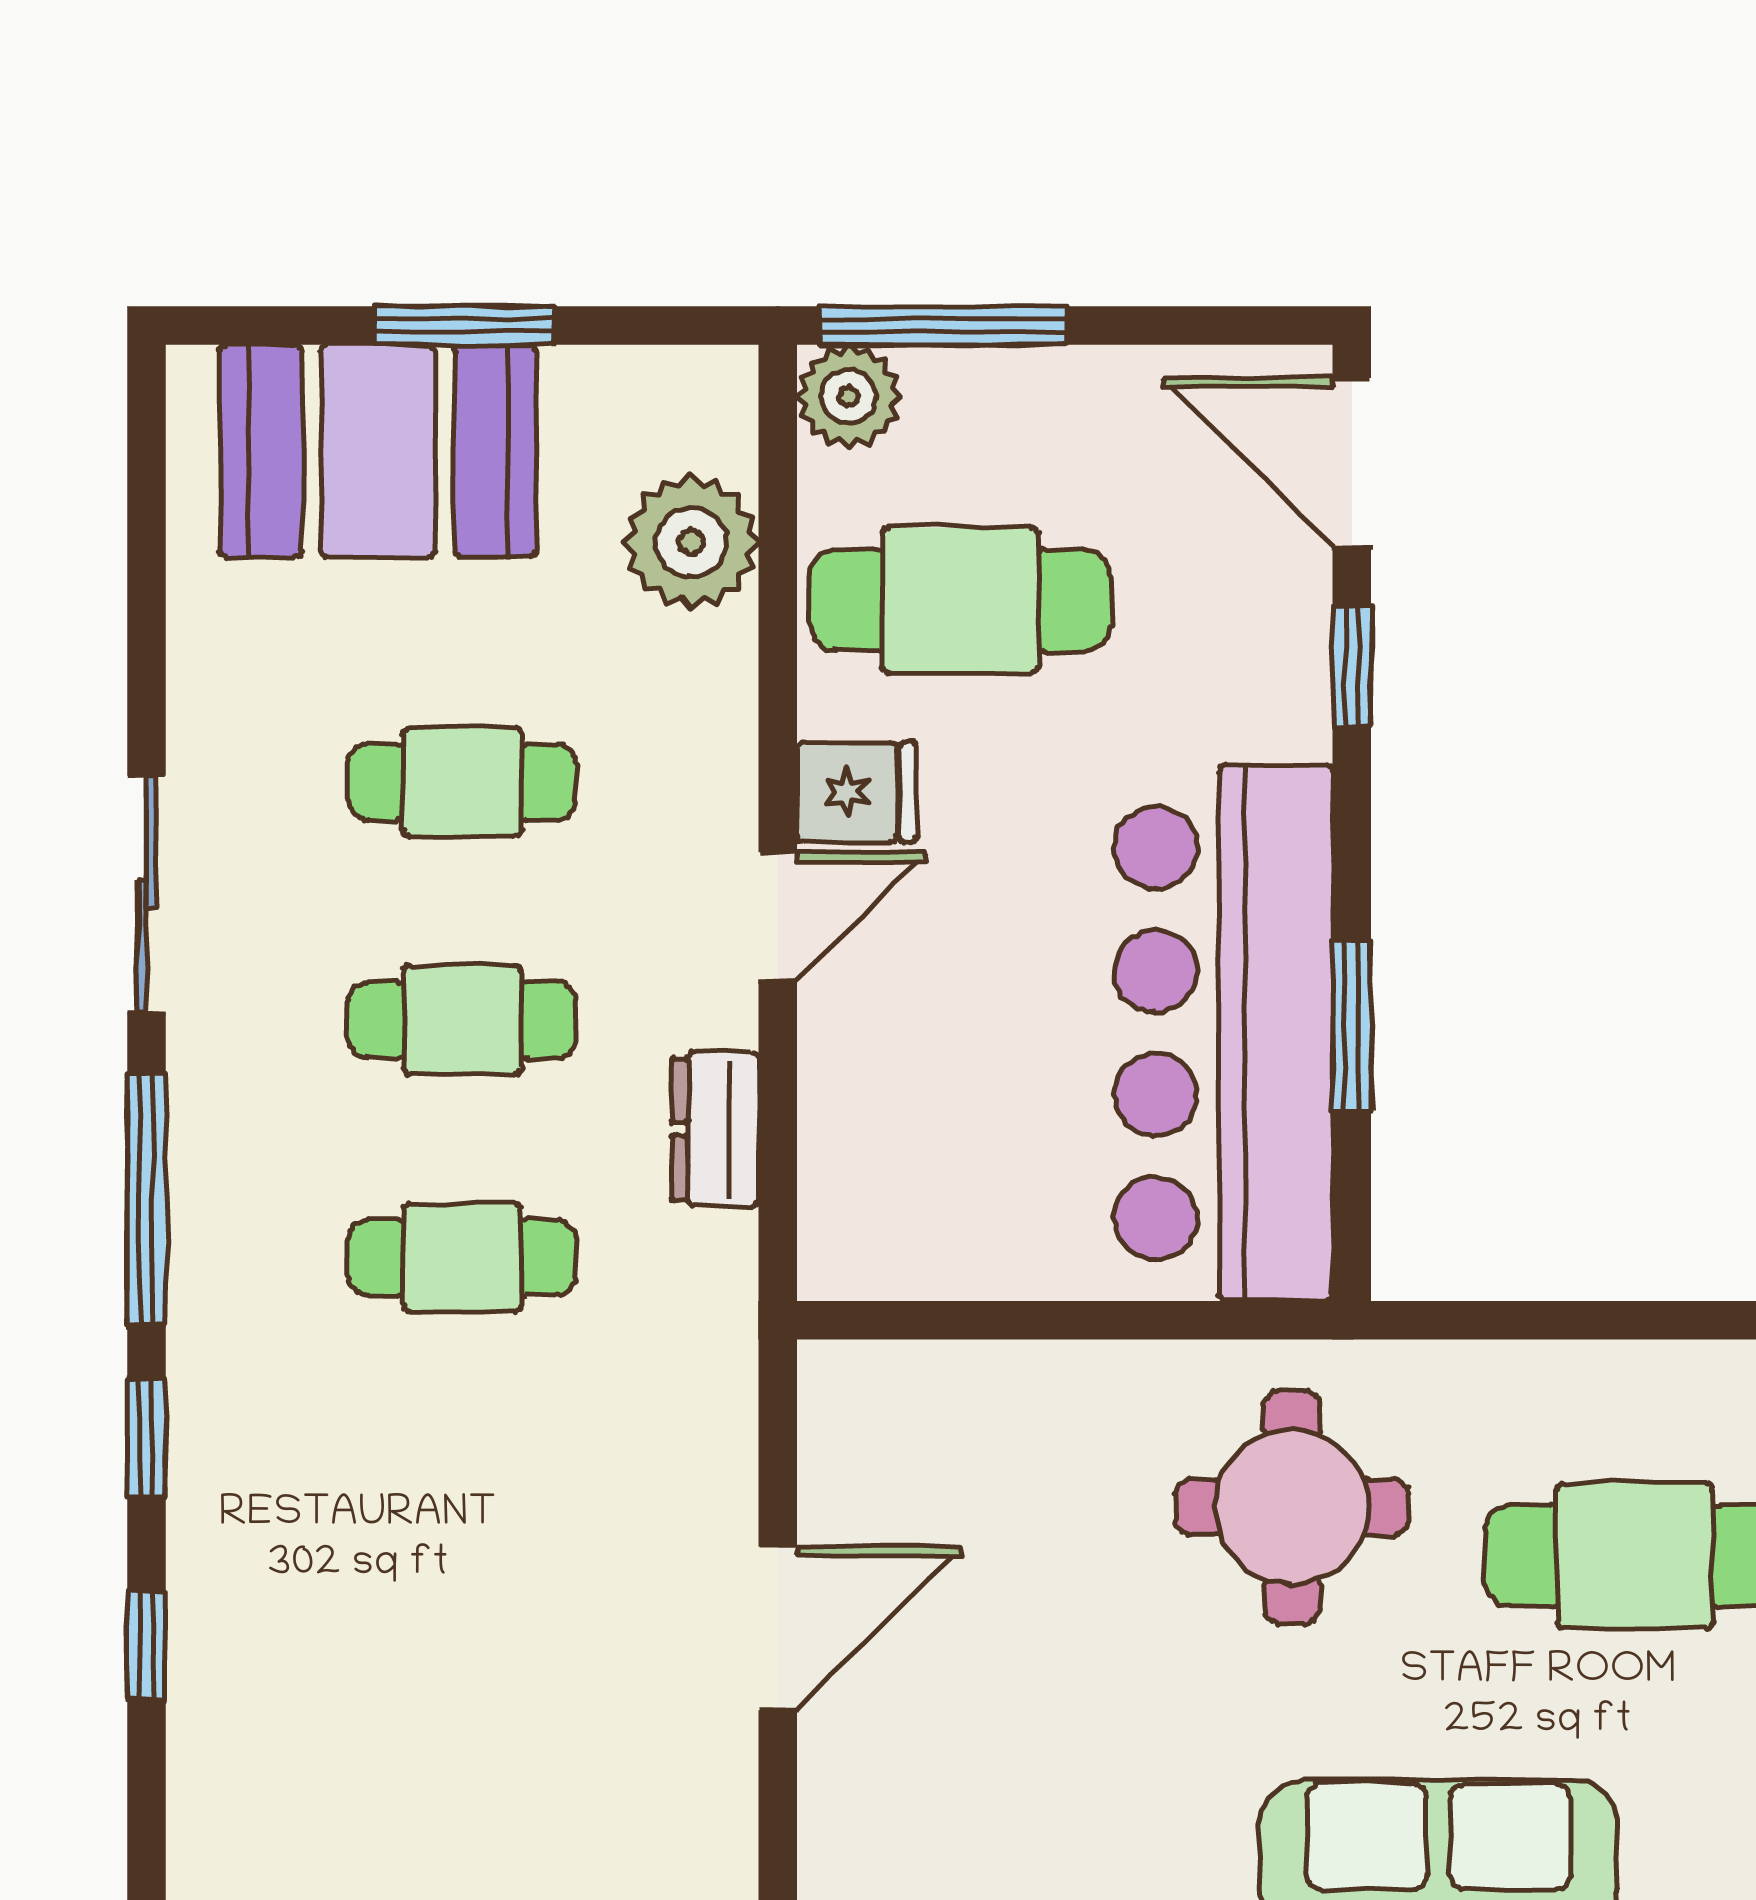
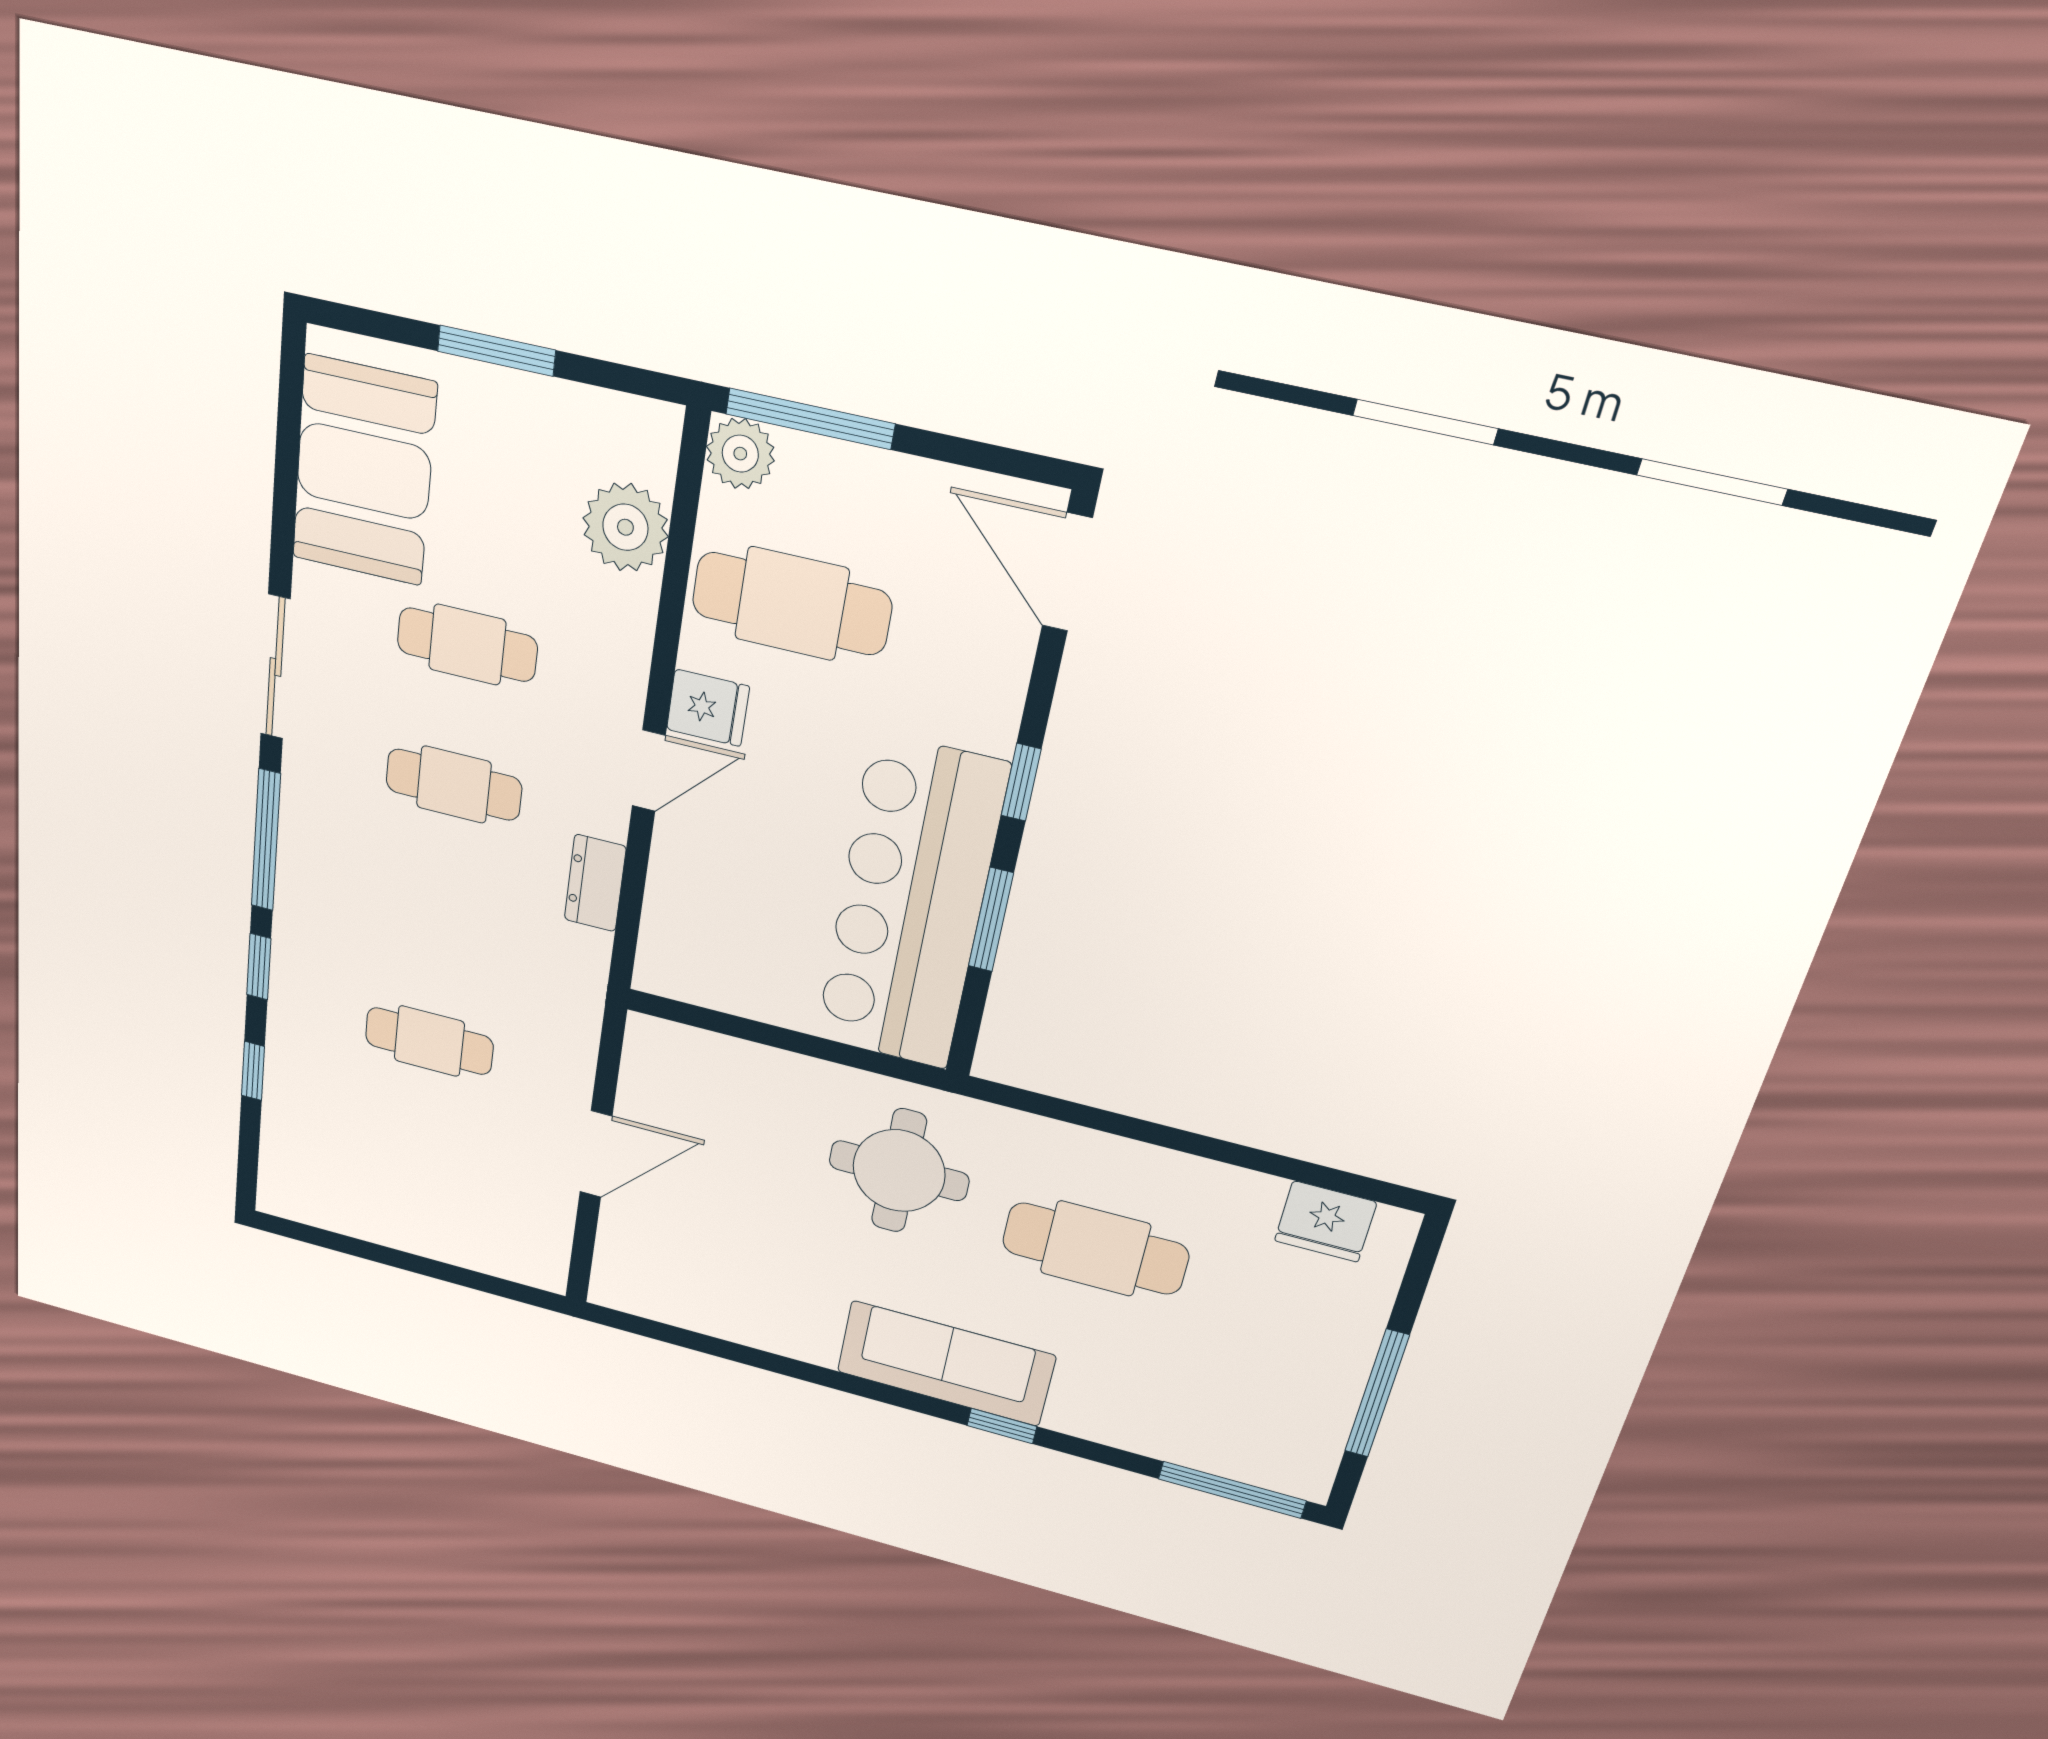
booth: (378, 451) -> (364, 471), moved, turned 90
window: (1352, 667) -> (1021, 782), moved
cafe table: (462, 1257) -> (429, 1041), moved

